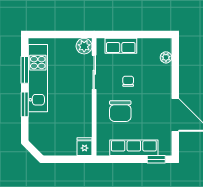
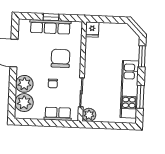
plant: (166, 57) -> (24, 103), width x1.87, depth x1.87
plant: (162, 79) -> (24, 84), added
window: (25, 104) -> (142, 56), moved
window: (156, 159) -> (51, 17), moved

